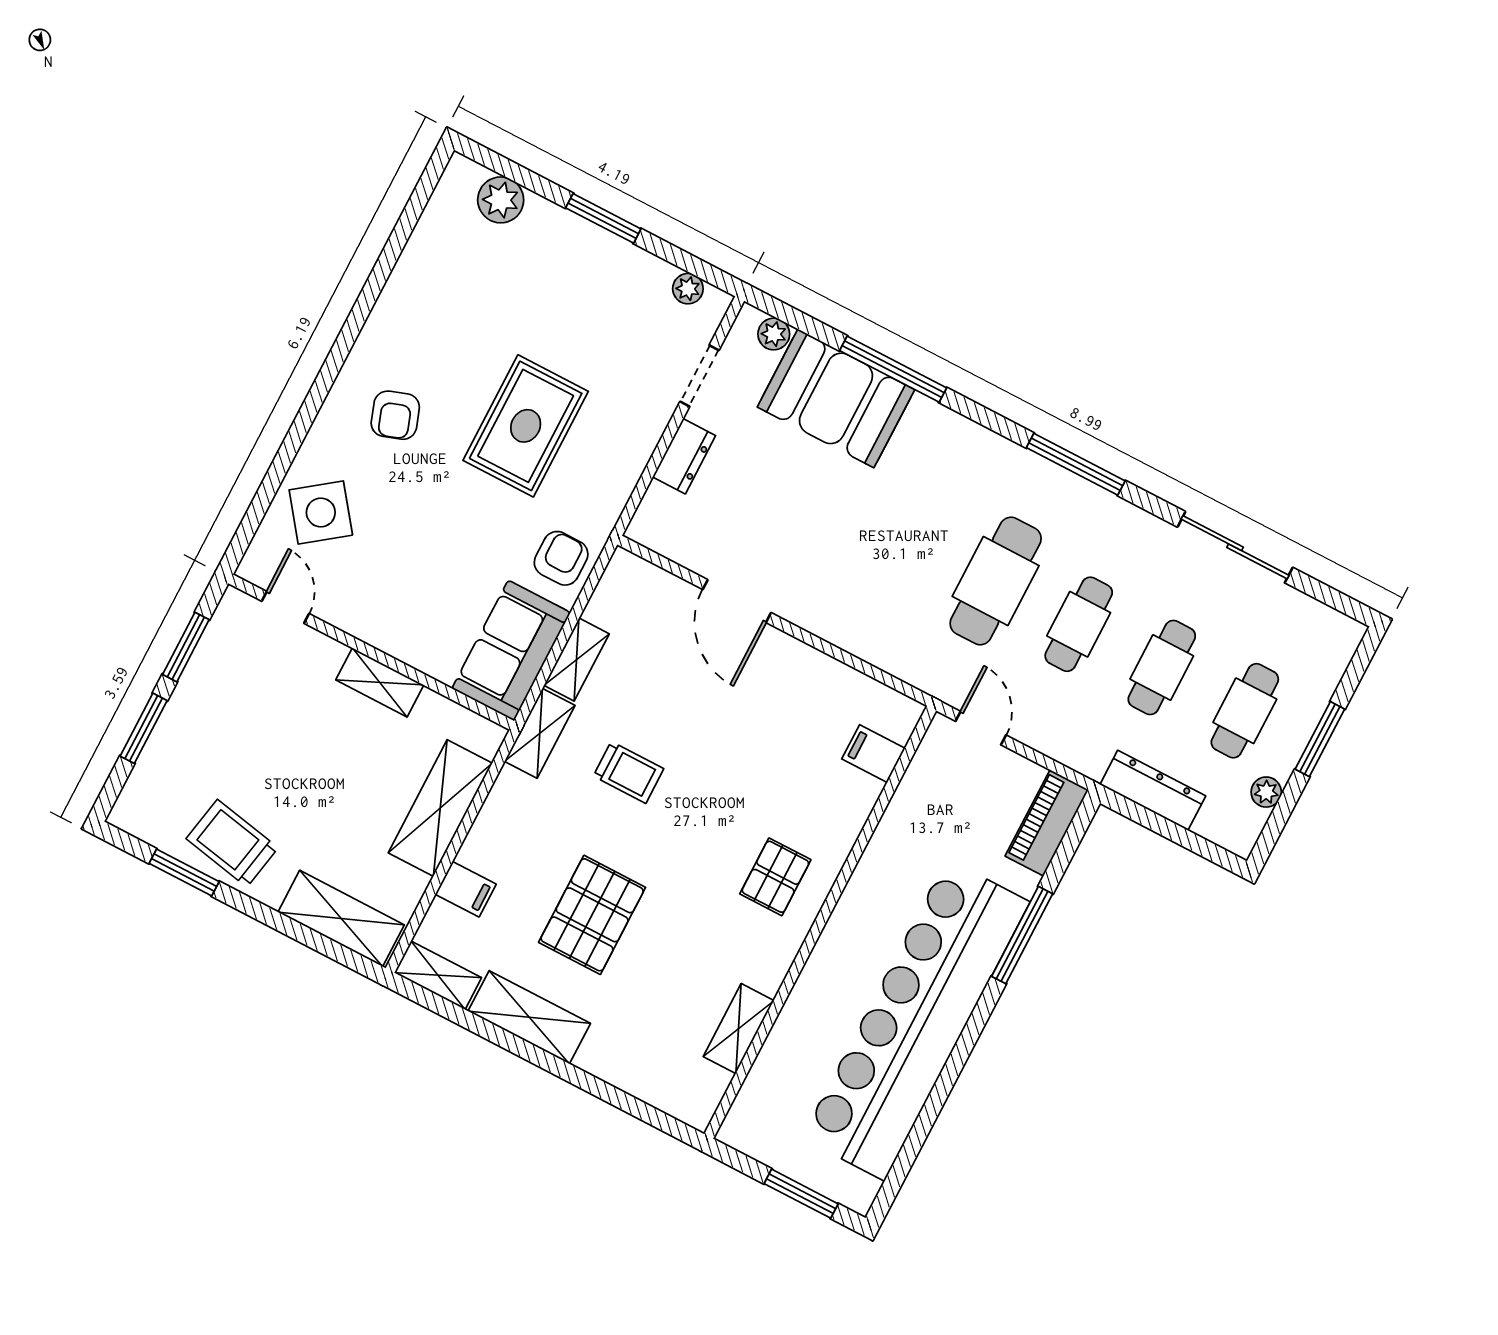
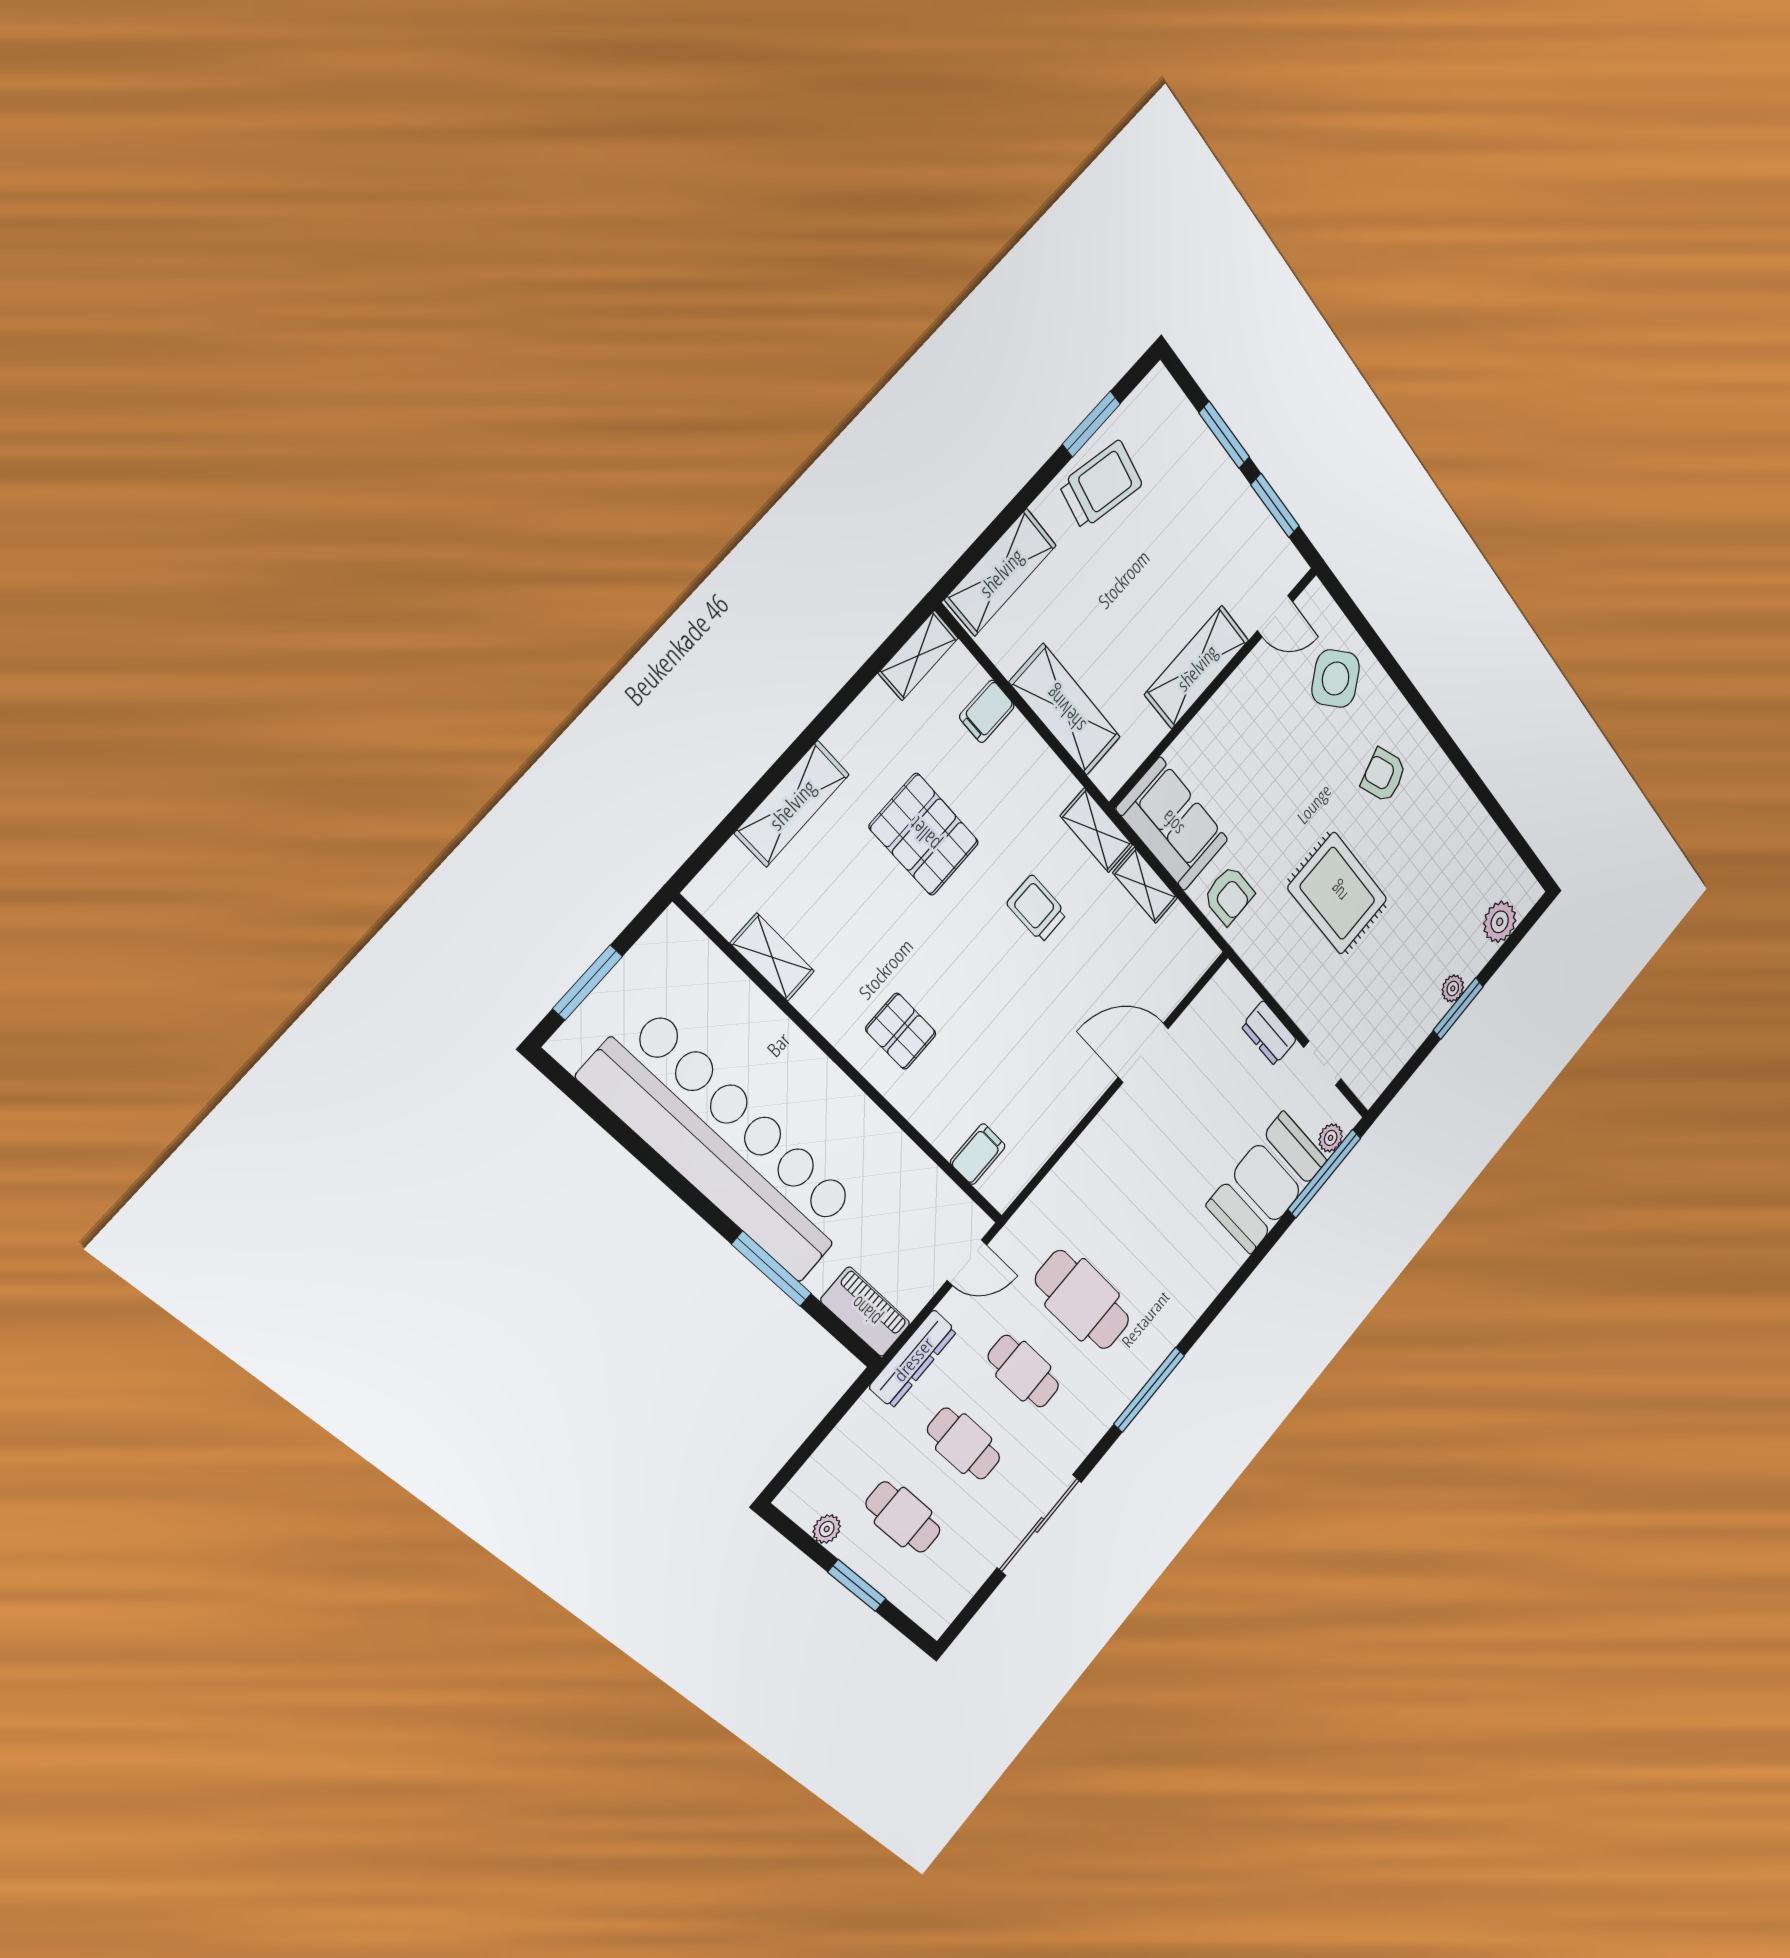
plant: (688, 289) -> (1453, 988), moved
window: (893, 369) -> (1324, 1174), moved
shelving: (380, 682) -> (1197, 667), width x1.50, depth x1.33
trolley: (629, 772) -> (1037, 909), turned 90
dresser: (1153, 790) -> (913, 1359), moved
shelving: (529, 1017) -> (792, 804), moved

